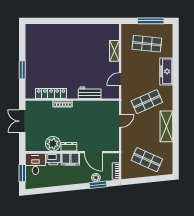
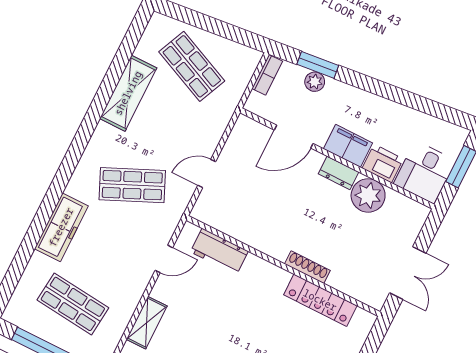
workbench: (90, 93) -> (219, 252), moved
shelving: (166, 126) -> (128, 93), moved
door: (93, 152) -> (294, 137), swing flipped

